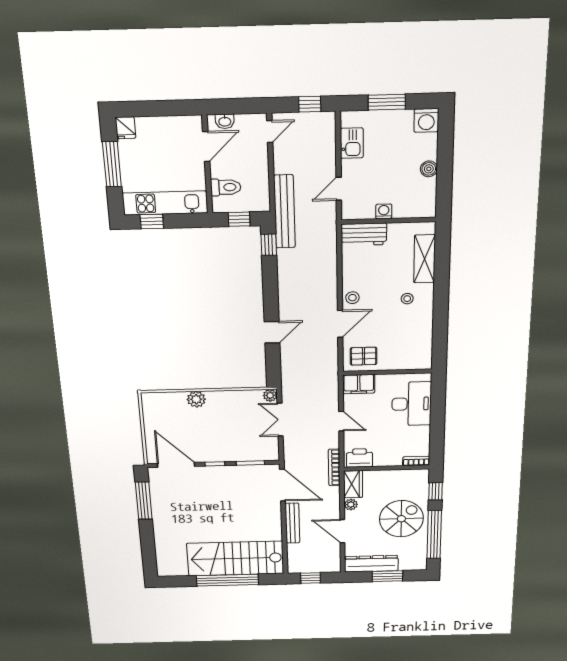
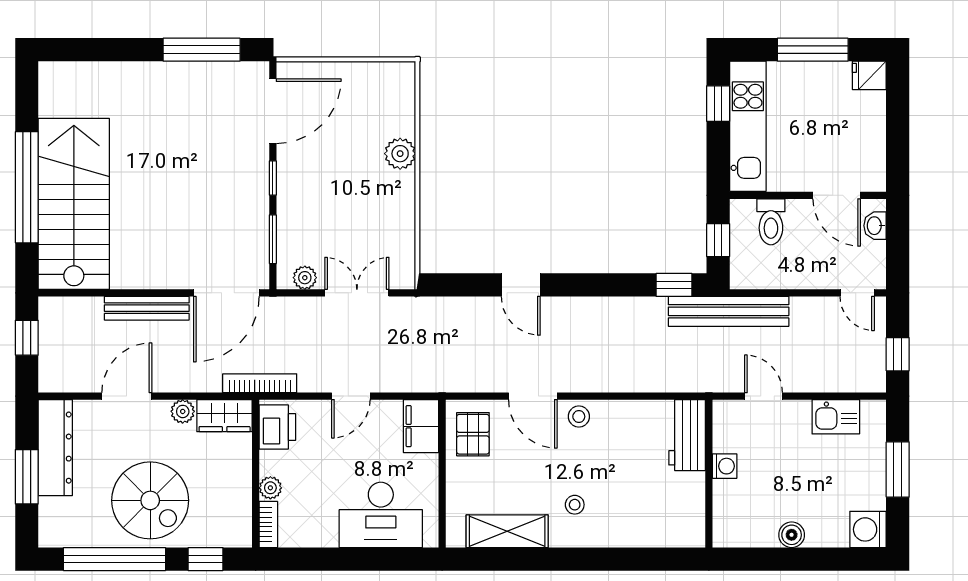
shelving: (425, 259) -> (507, 531), moved
plant: (270, 395) -> (305, 278), moved
plant: (395, 461) -> (270, 488), added

